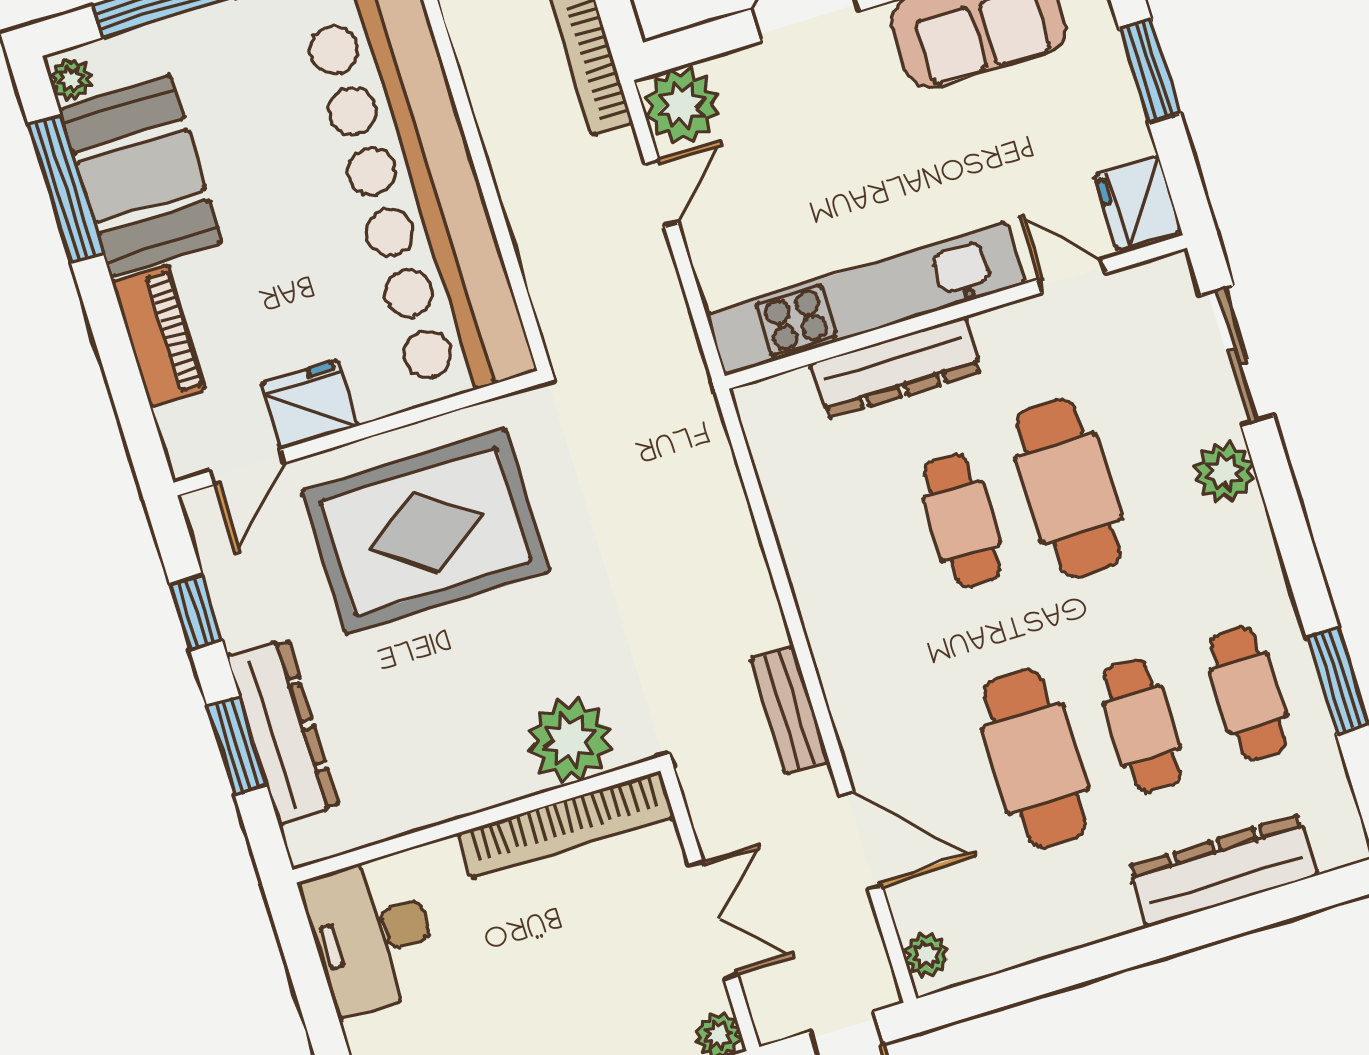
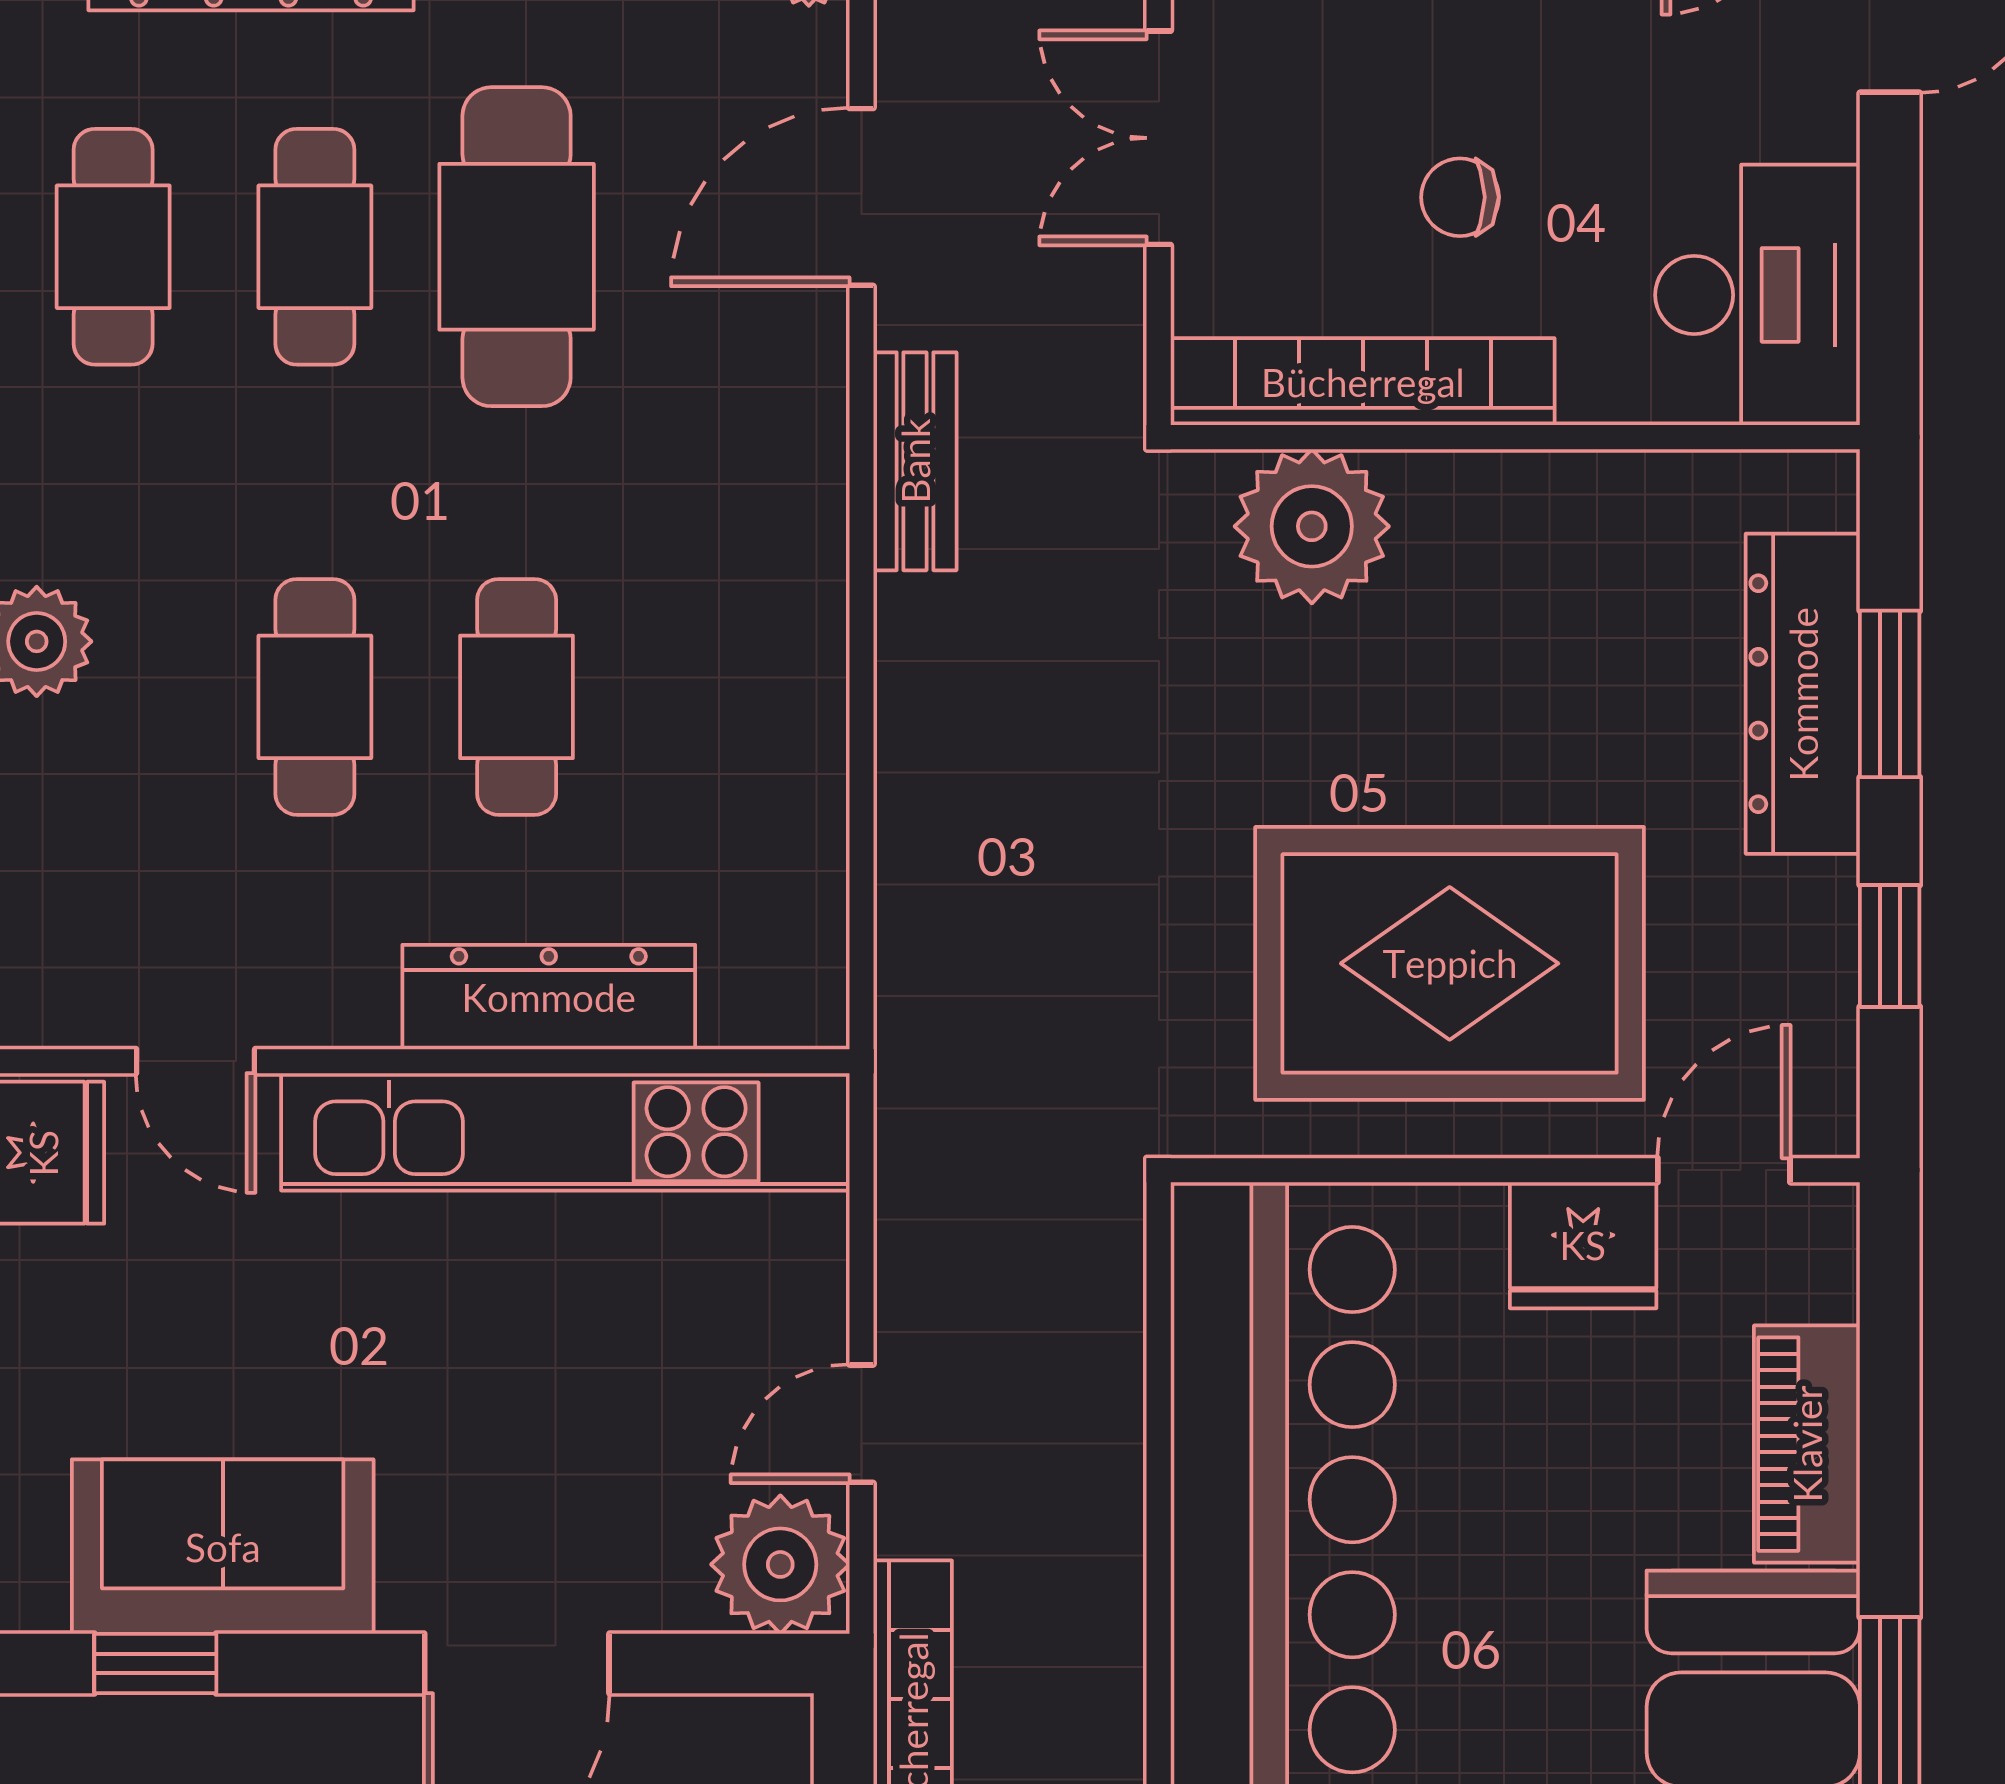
cafe table: (1068, 488) -> (315, 697), width x0.73, depth x0.74
door: (861, 841) -> (861, 197), hinge flipped
chair: (545, 938) -> (1460, 197), added

